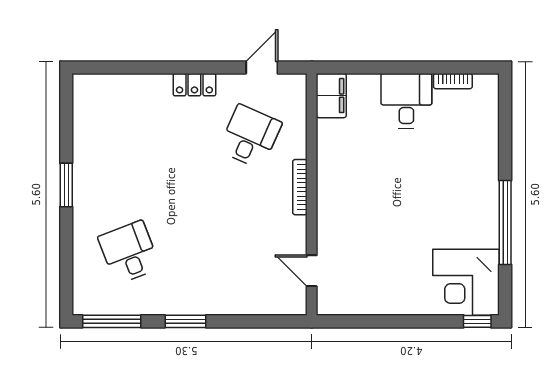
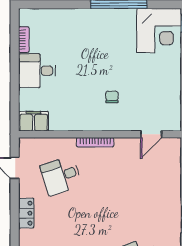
desk: (250, 136) -> (61, 176), turned -42
chair: (367, 212) -> (112, 97), added

